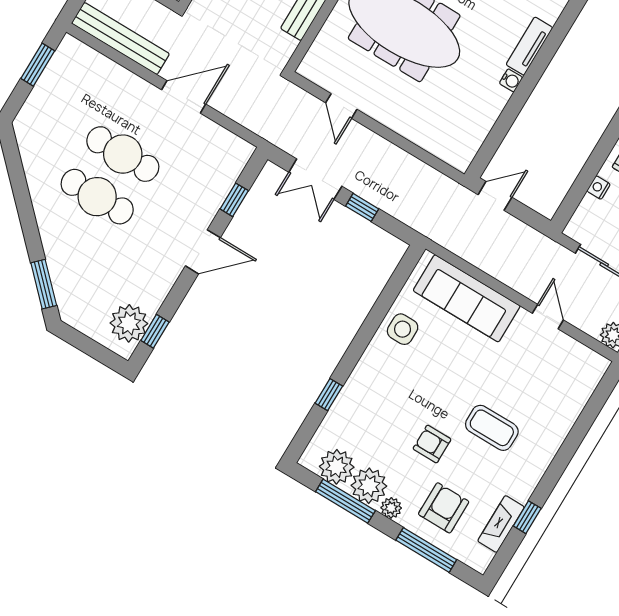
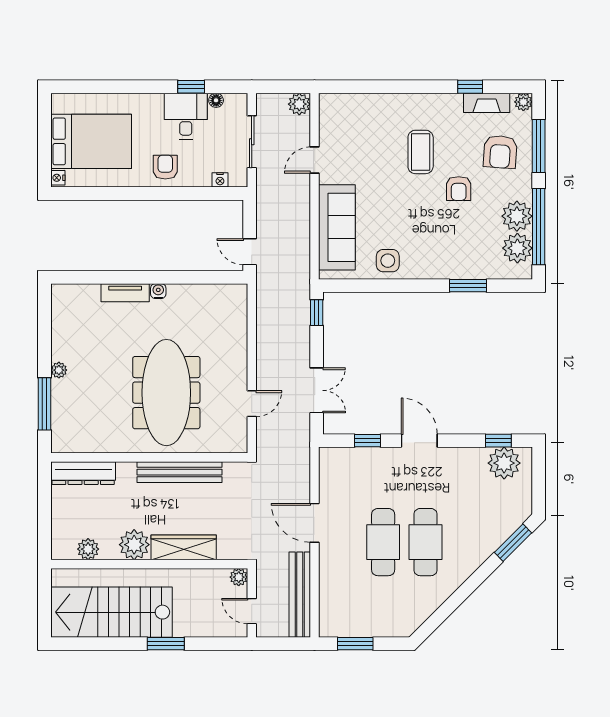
nightstand: (599, 188) -> (220, 180), moved
window: (362, 207) -> (317, 313), moved
window: (329, 395) -> (468, 286), width x1.50
window: (345, 501) -> (539, 227), width x1.46
plant: (391, 508) -> (523, 102), moved
armchair: (444, 508) -> (500, 152), turned -86

